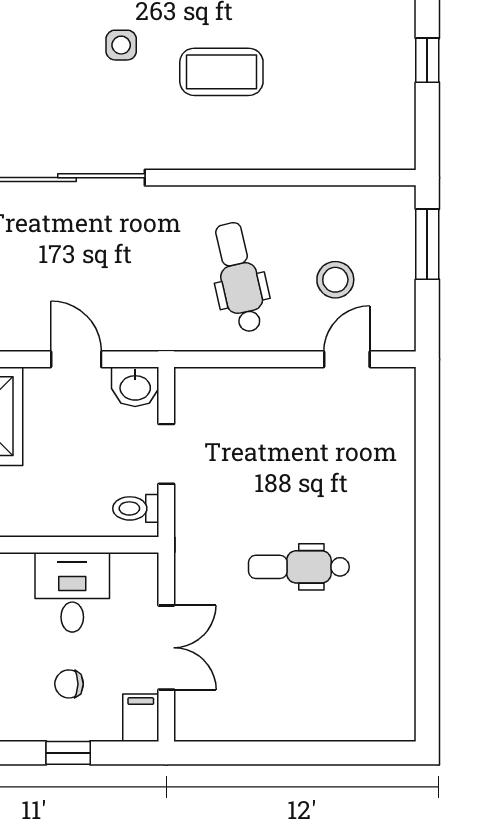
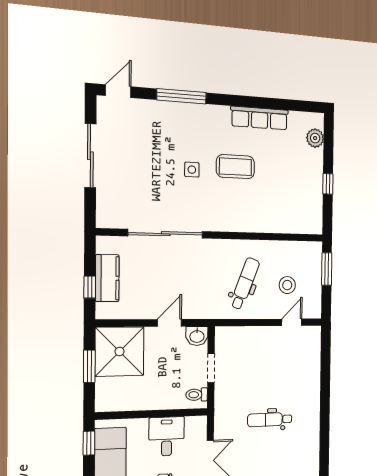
coffee table: (221, 72) -> (235, 167), moved
dental chair: (239, 277) -> (245, 284), turned 34
door: (76, 359) -> (169, 323), hinge flipped

